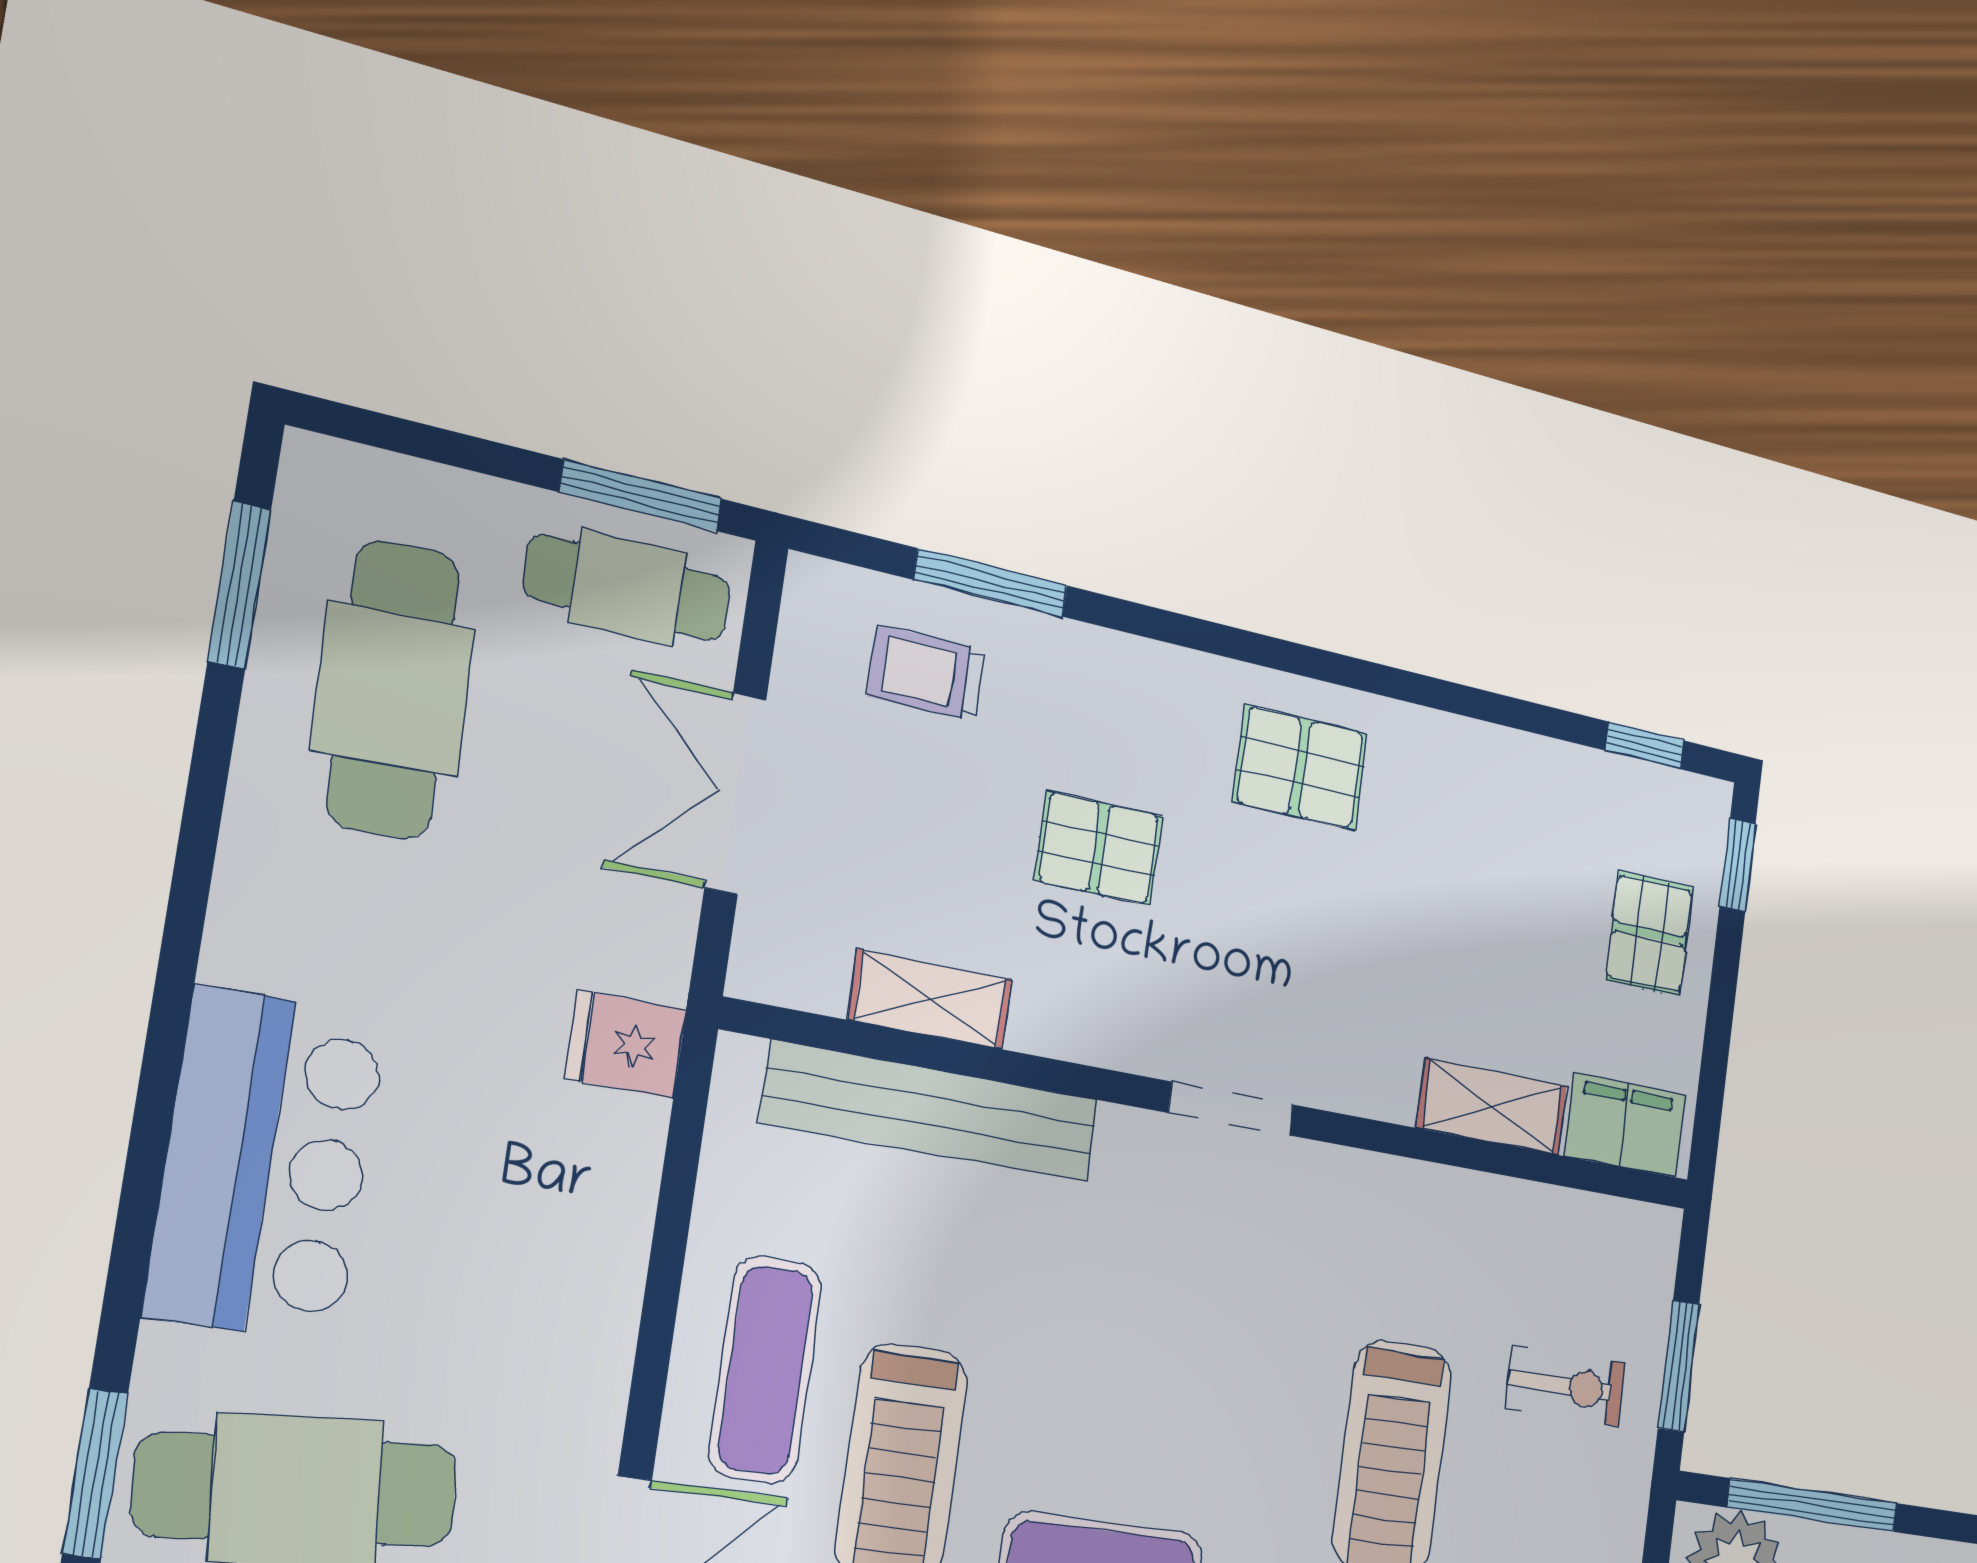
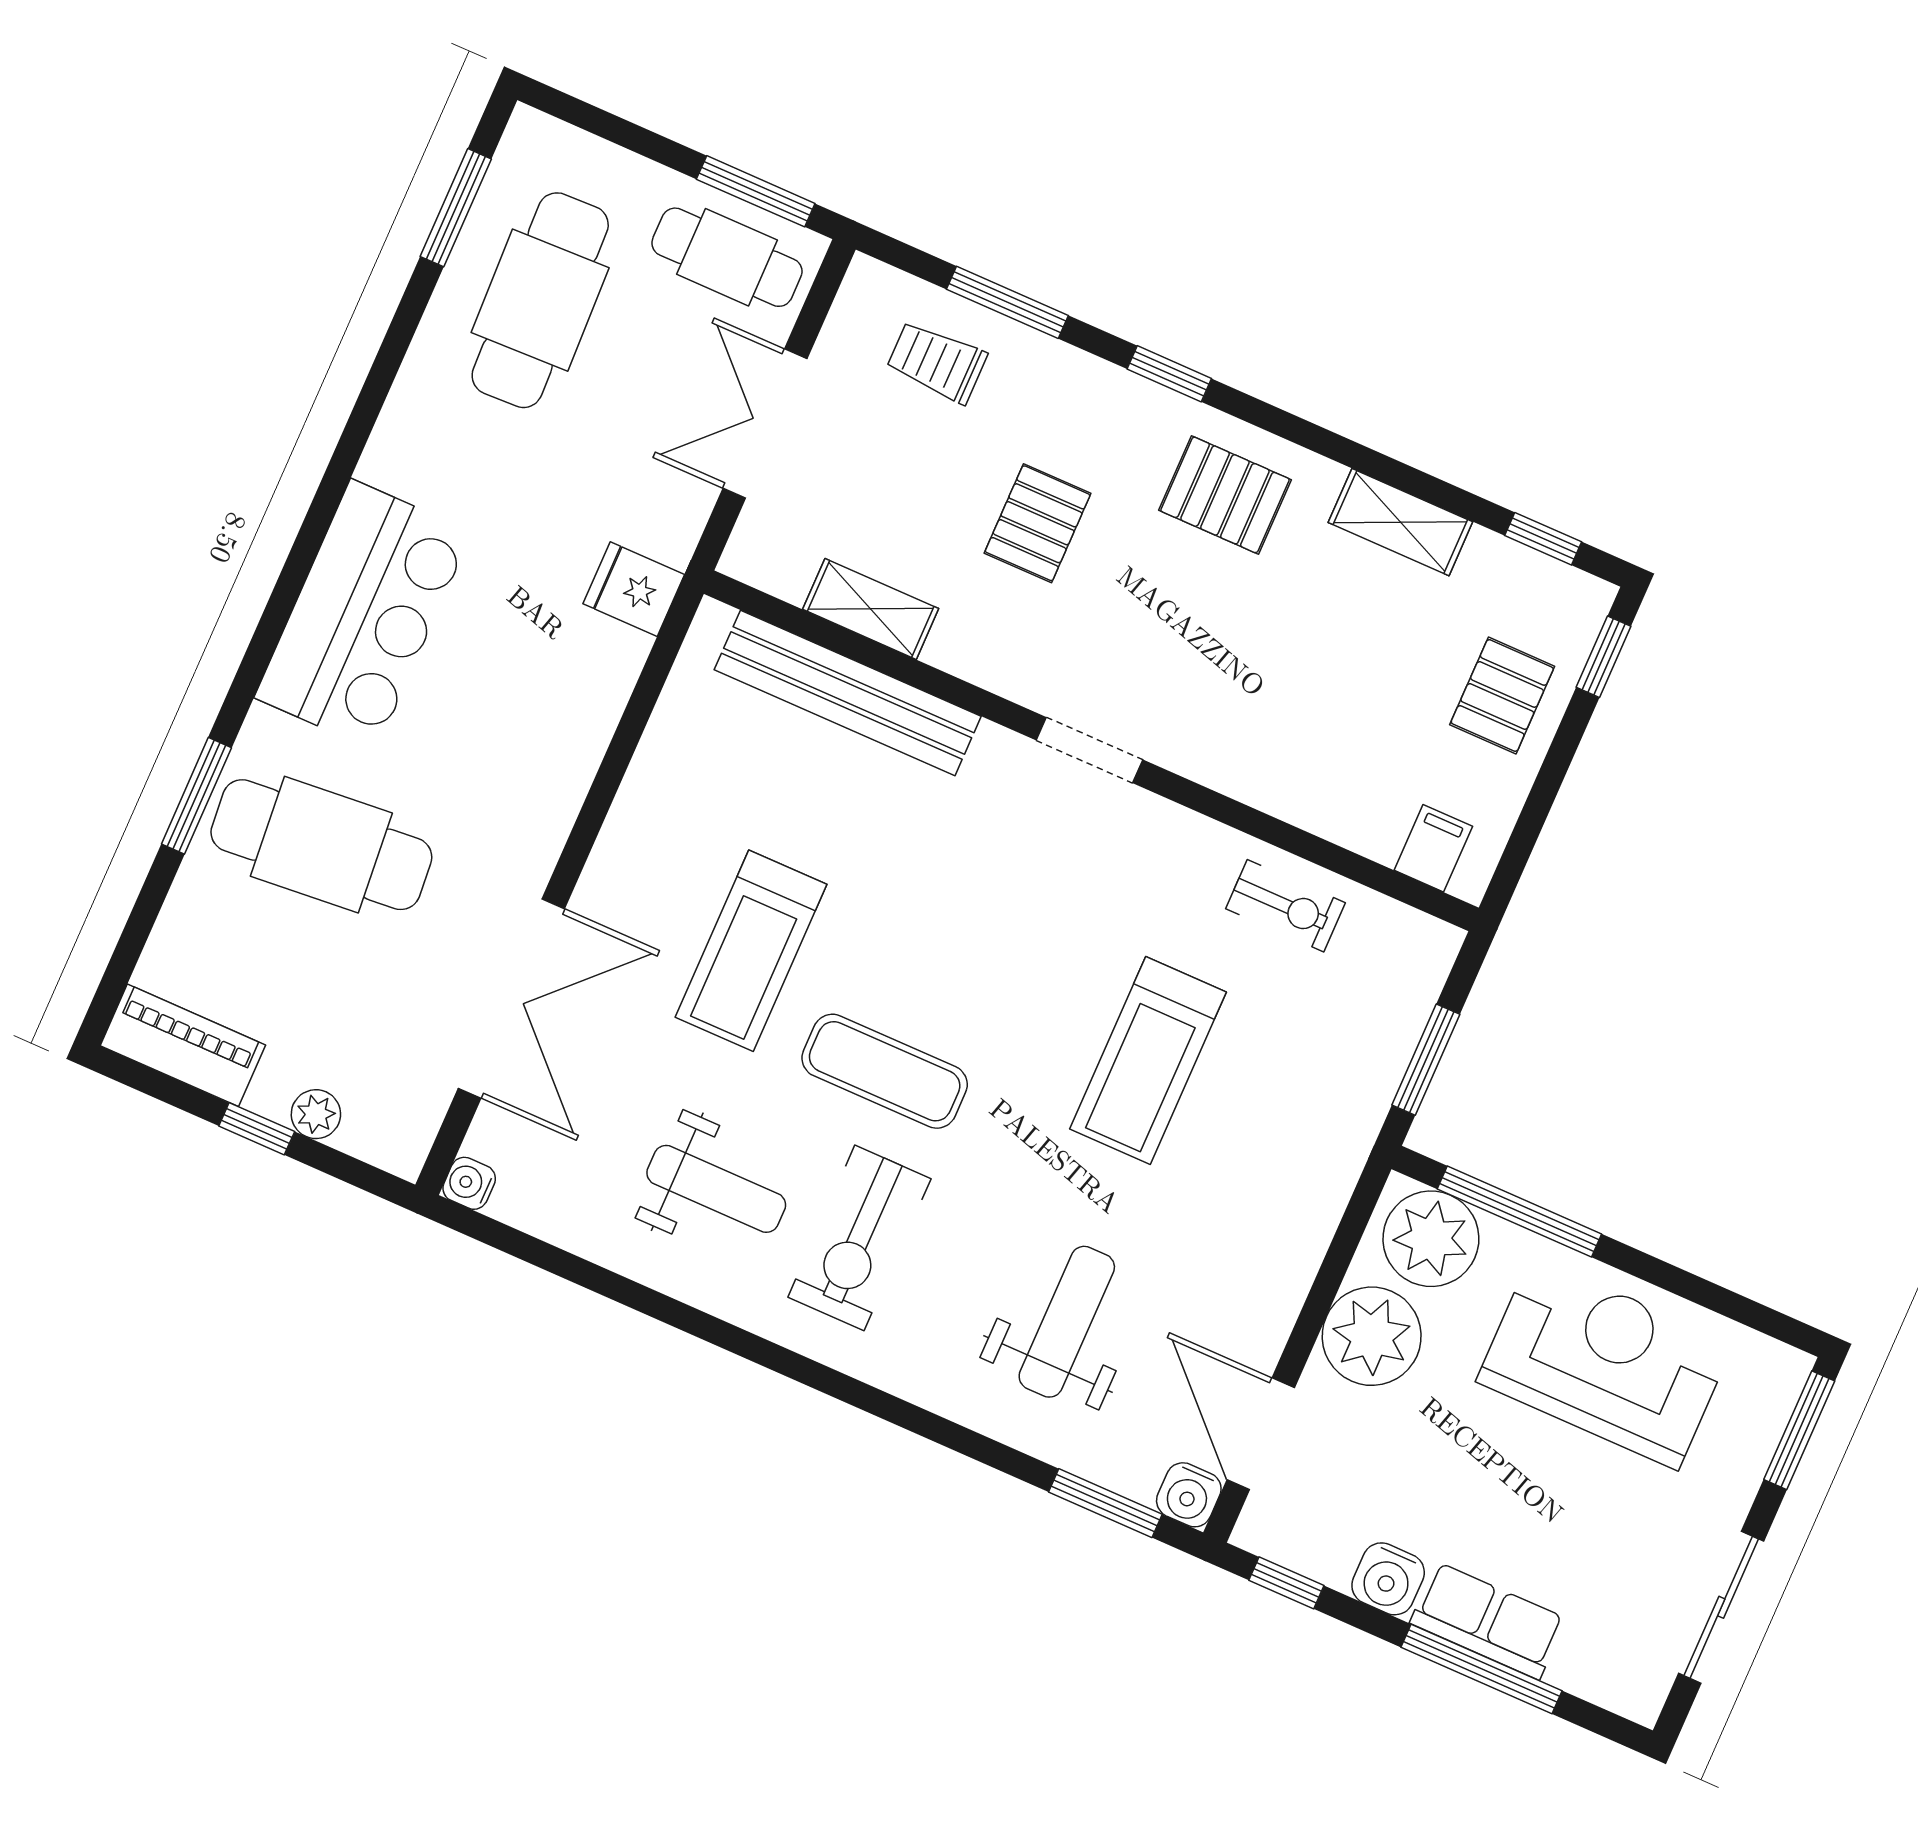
window: (1200, 635) -> (1169, 374), added
pallet: (1099, 848) -> (1038, 523), turned 90
shelving: (1492, 1107) -> (1400, 522), moved
filing cabinet: (1625, 1125) -> (1433, 848), width x0.50
exercise mat: (765, 1370) -> (669, 852), removed
exercise bike: (1566, 1386) -> (1286, 906), moved

